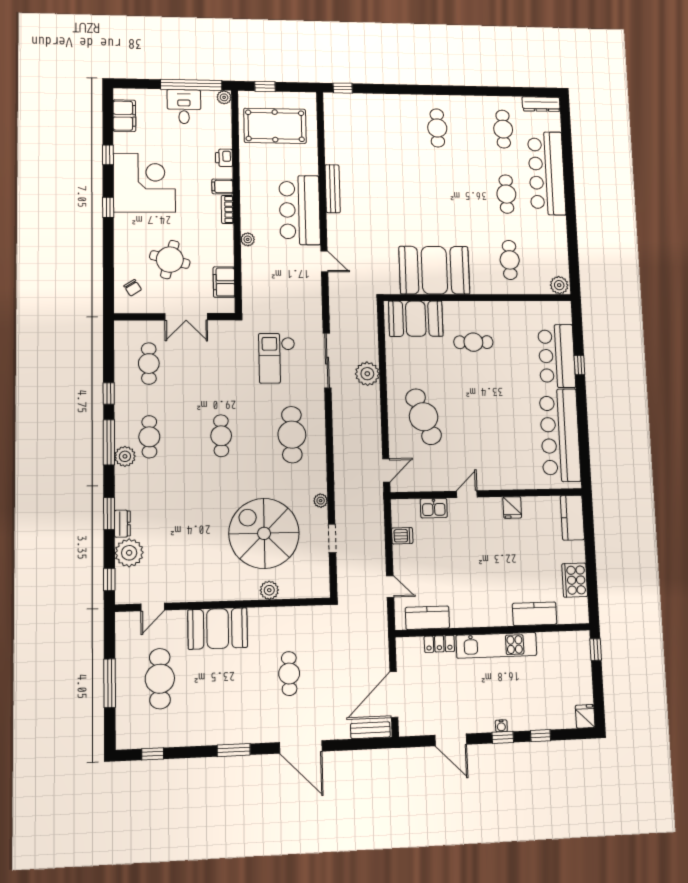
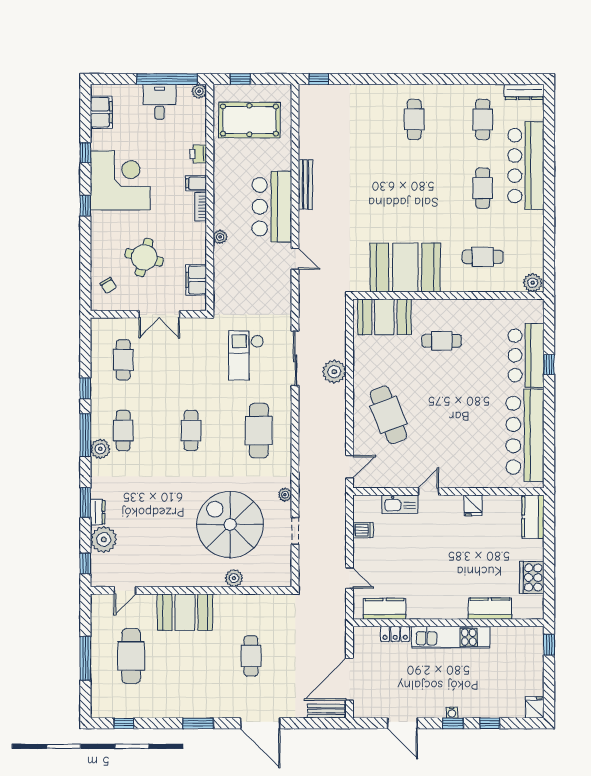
cafe table: (510, 260) -> (483, 257), turned 90
kitchen sink: (434, 508) -> (400, 504), width x1.38

